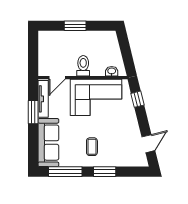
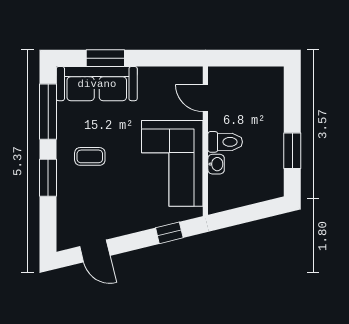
window: (75, 26) -> (292, 151), moved
washbasin: (112, 71) -> (216, 164), moved
tv unit: (43, 99) -> (170, 75), removed
window: (33, 112) -> (105, 58), moved

